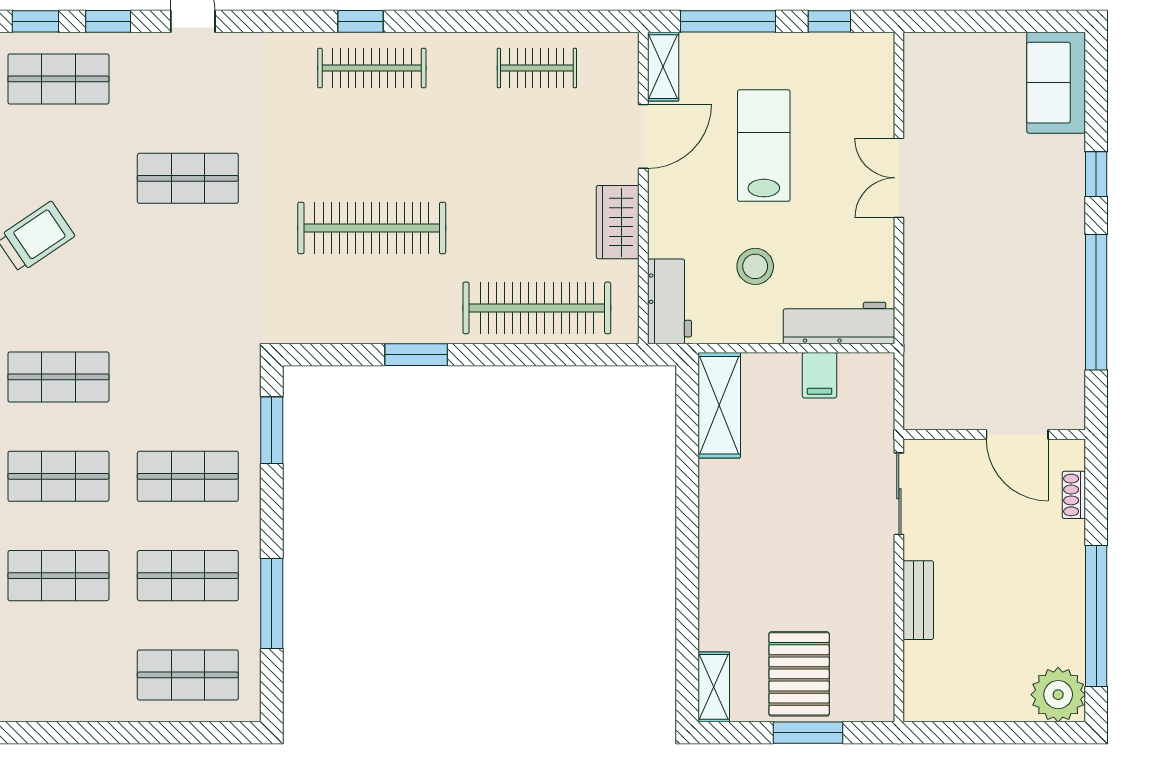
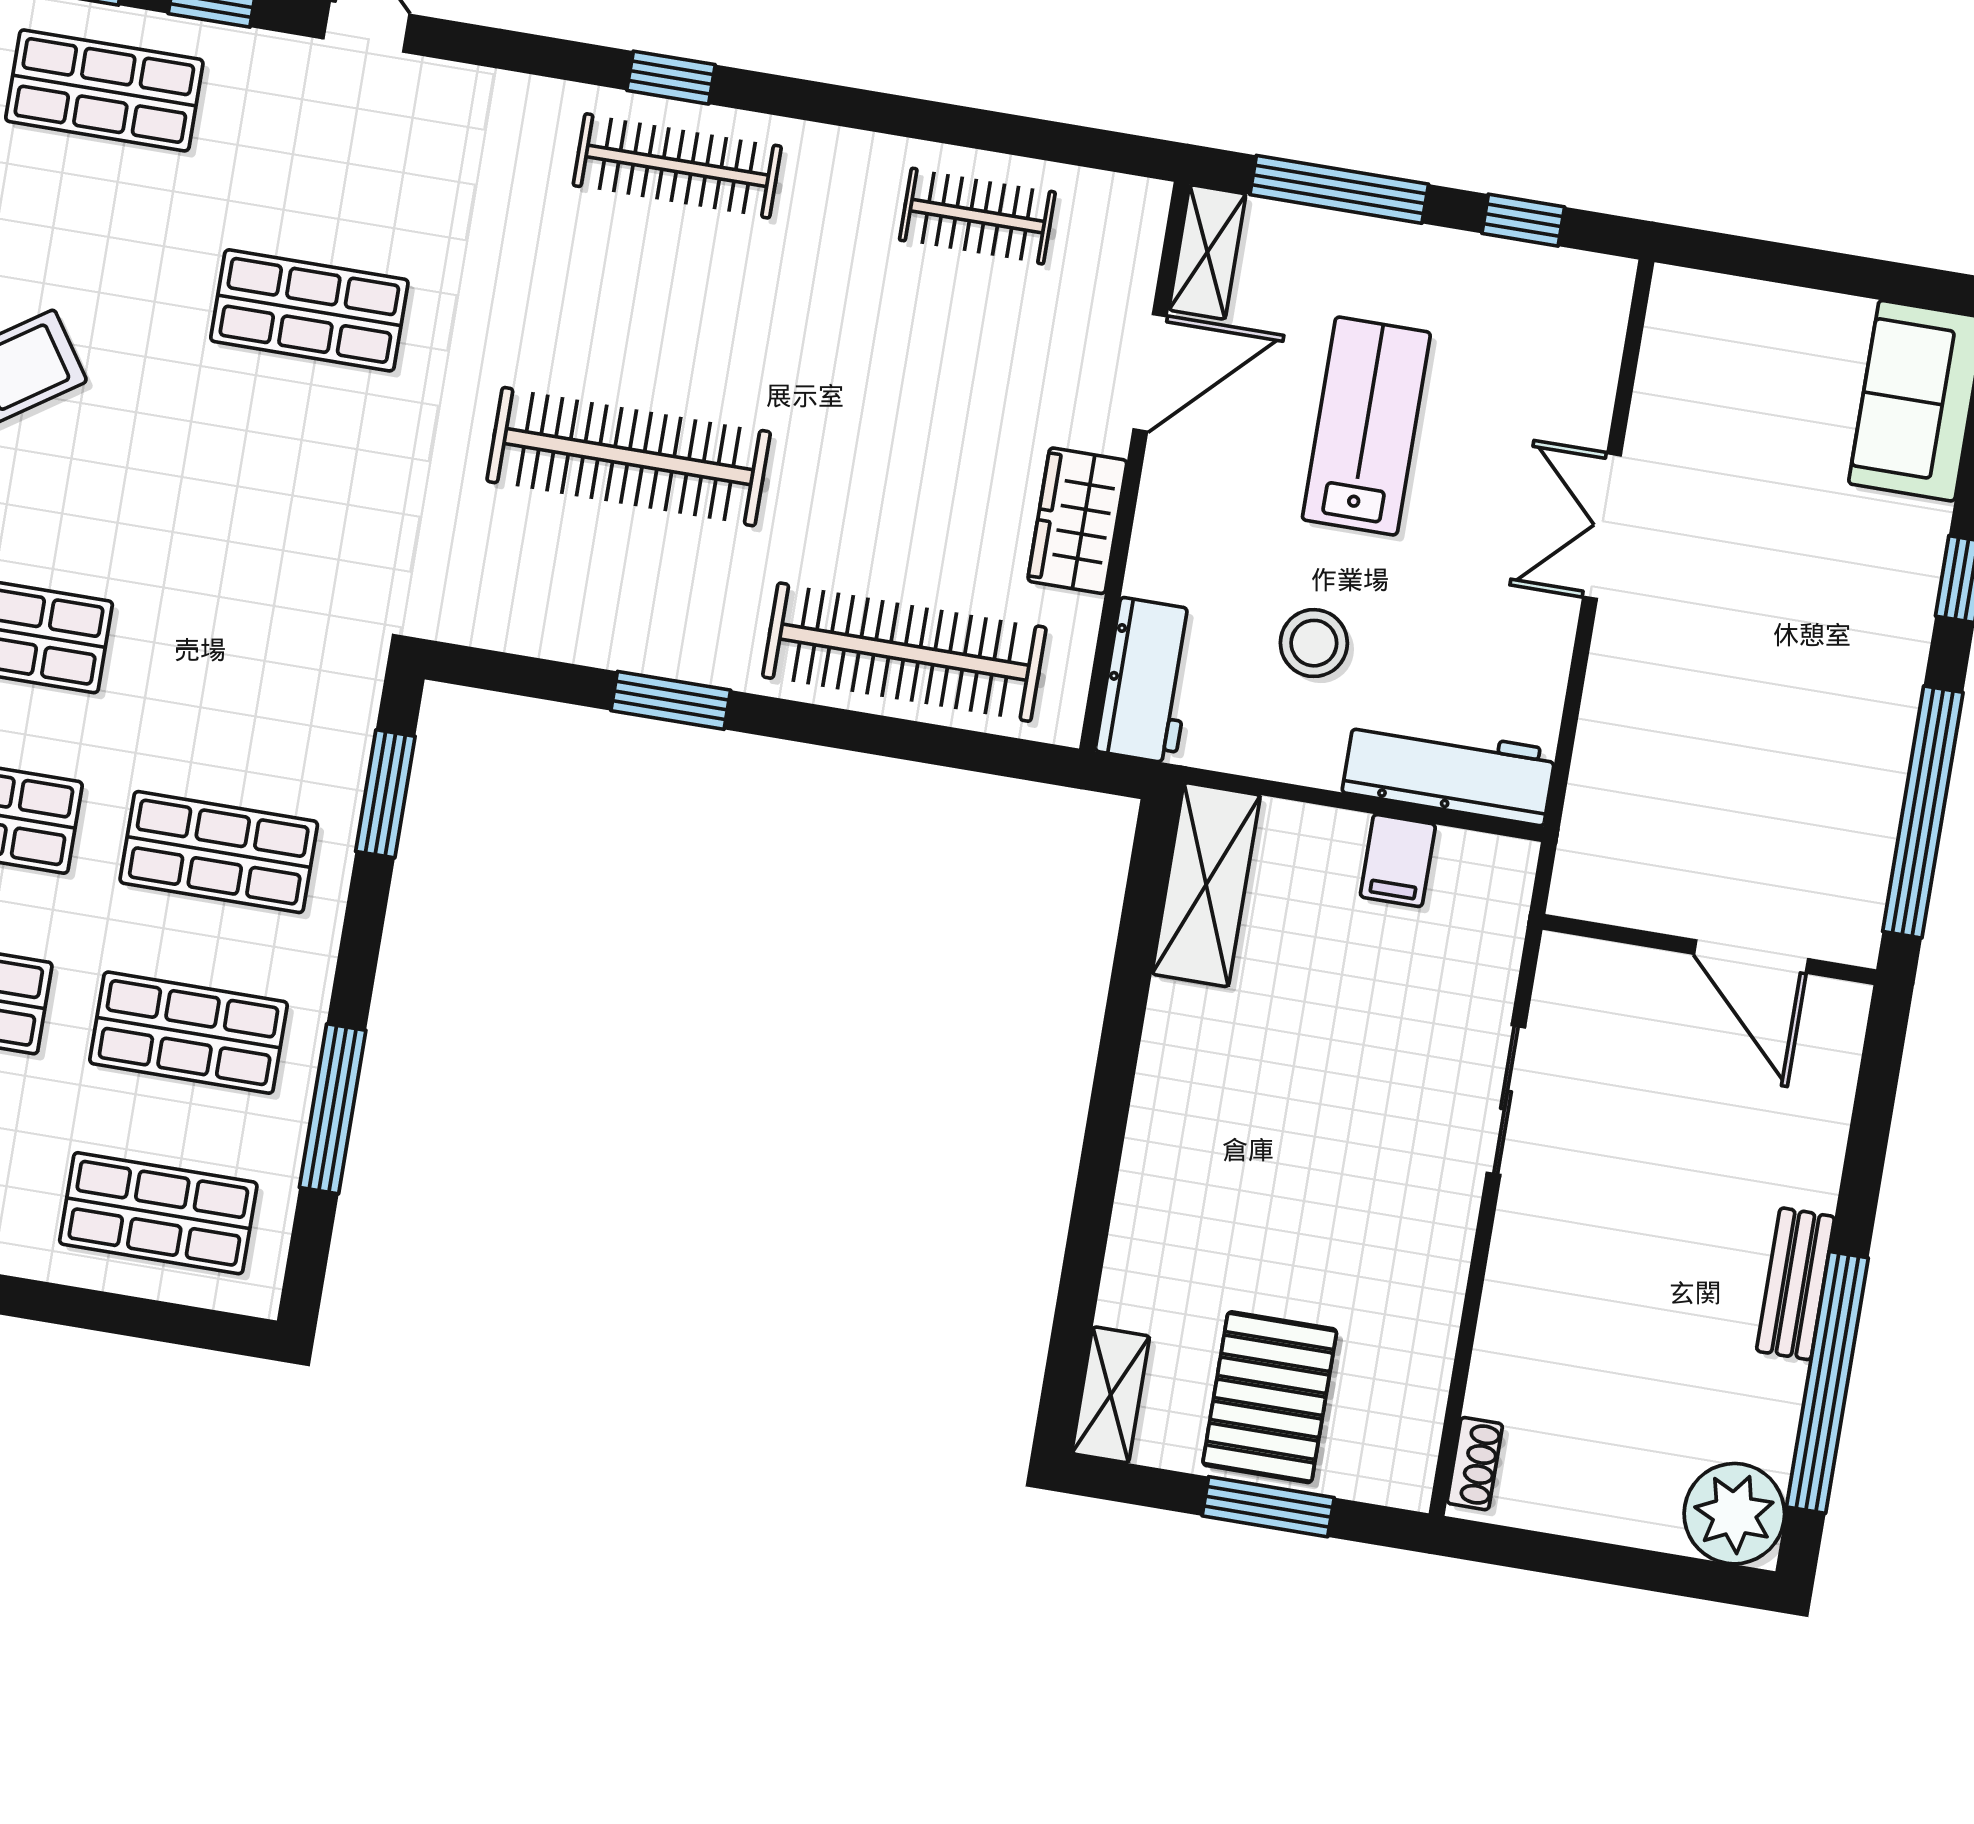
wall: (994, 435) -> (1709, 950), moved
door: (1017, 435) -> (1751, 956), moved
shoe rack: (1074, 495) -> (1475, 1464), moved, turned 180
bench: (918, 600) -> (1795, 1284), moved

